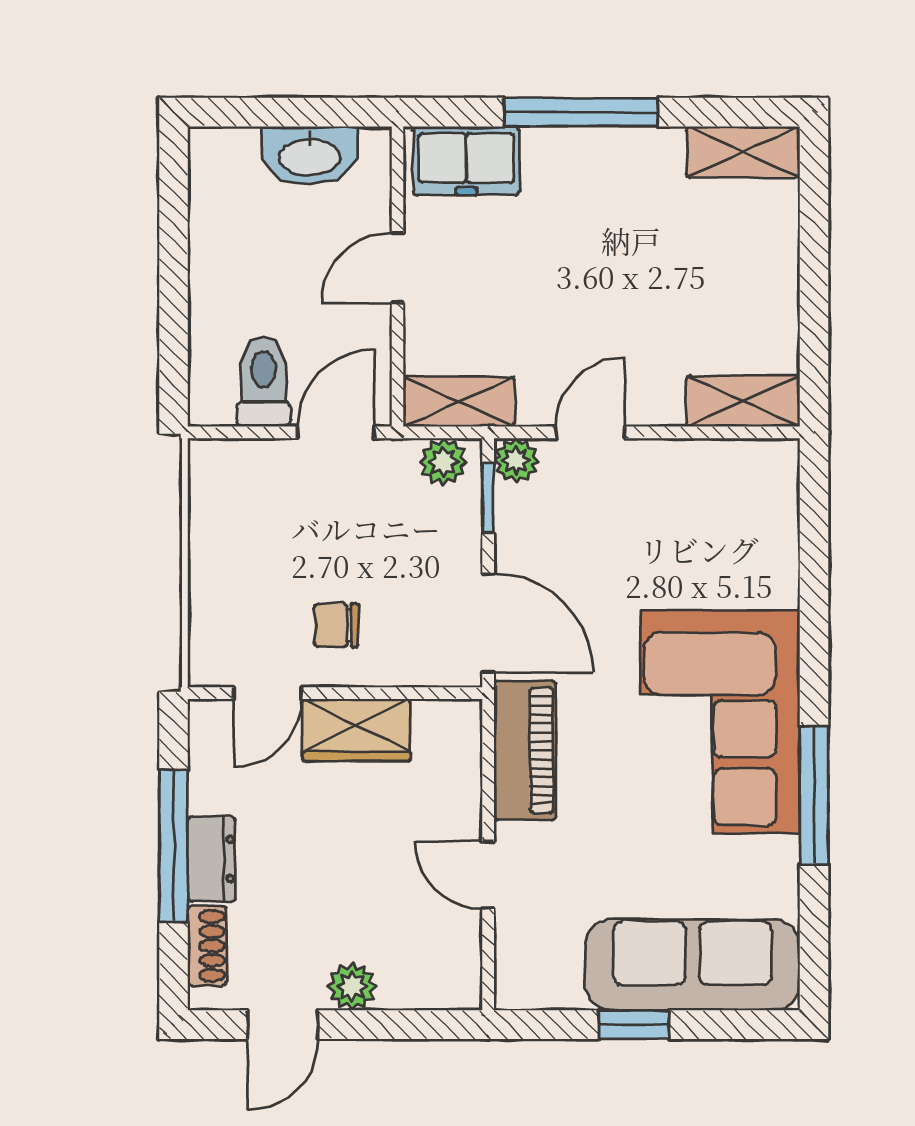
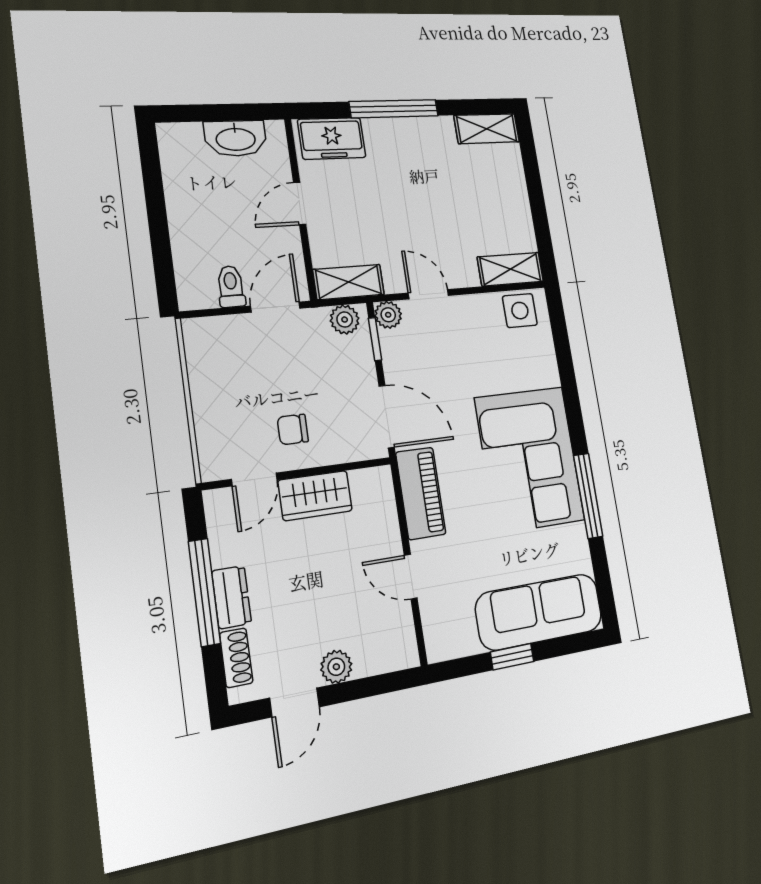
toilet: (264, 382) -> (231, 286), width x0.73, depth x0.72
door: (590, 432) -> (428, 294), hinge flipped
side table: (748, 473) -> (520, 311), added

